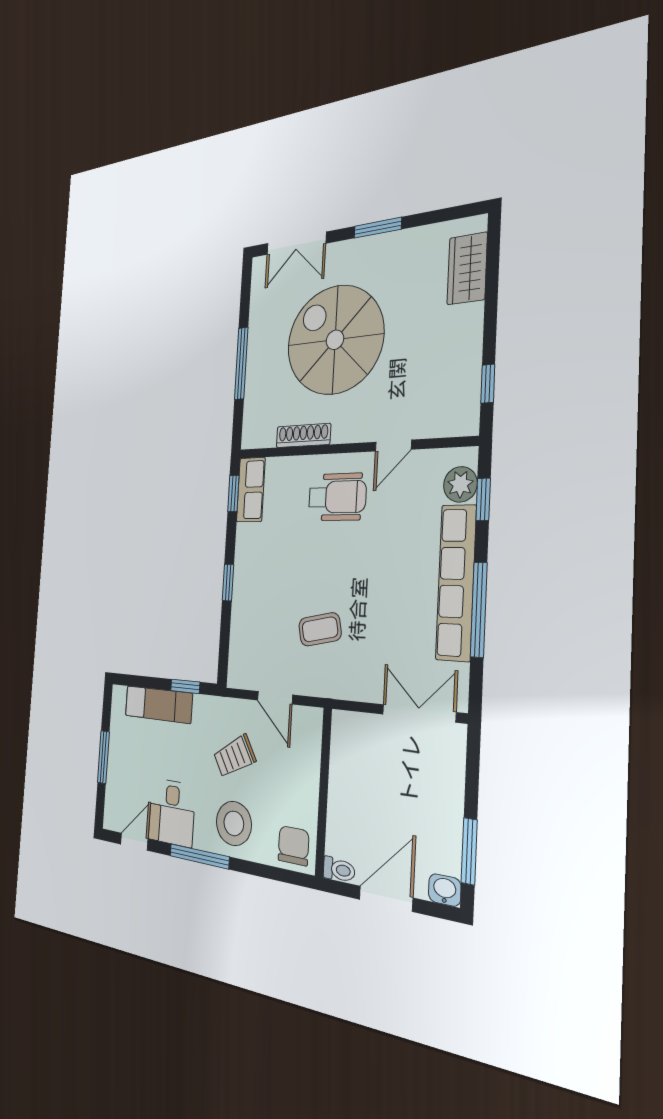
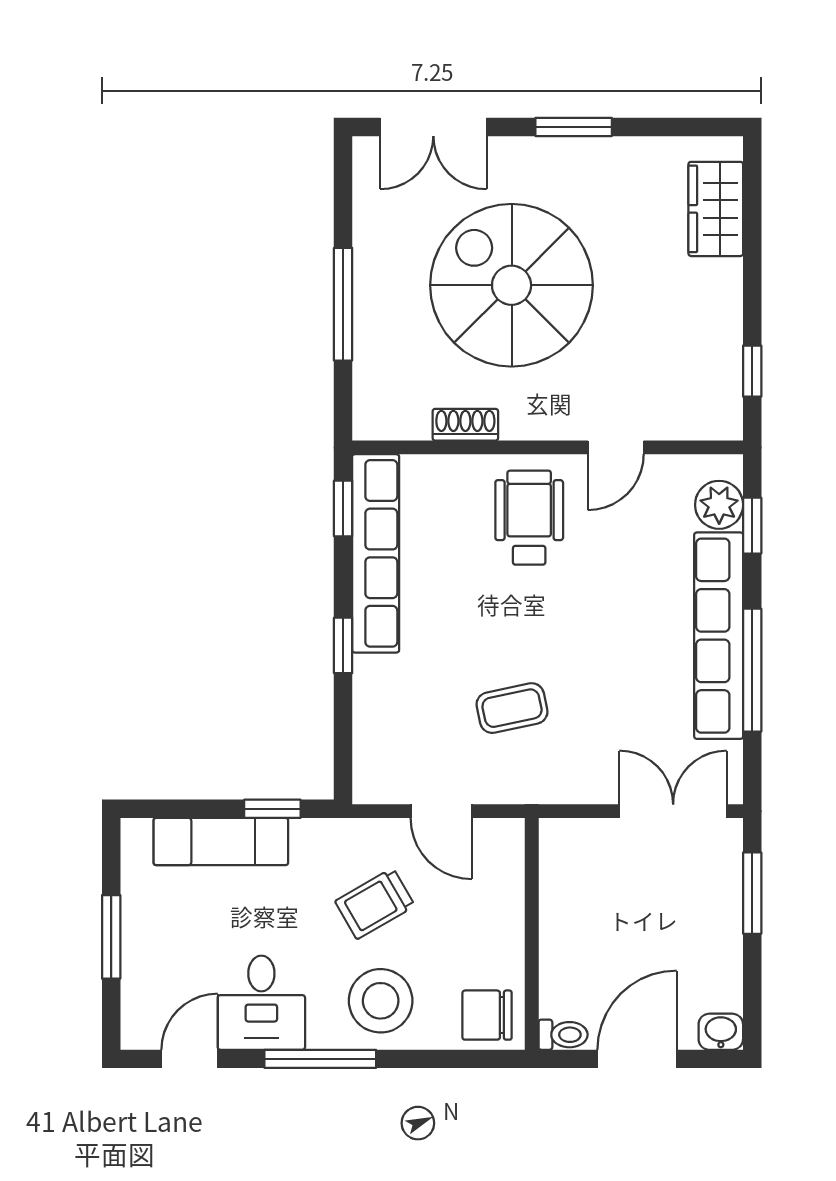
shoe rack: (303, 435) -> (465, 425), width x0.70
row of seats: (251, 490) -> (376, 553), width x2.02
wheelchair: (337, 497) -> (529, 518), turned -90
chair: (293, 846) -> (487, 1015), turned -90
window: (469, 851) -> (752, 893), moved

